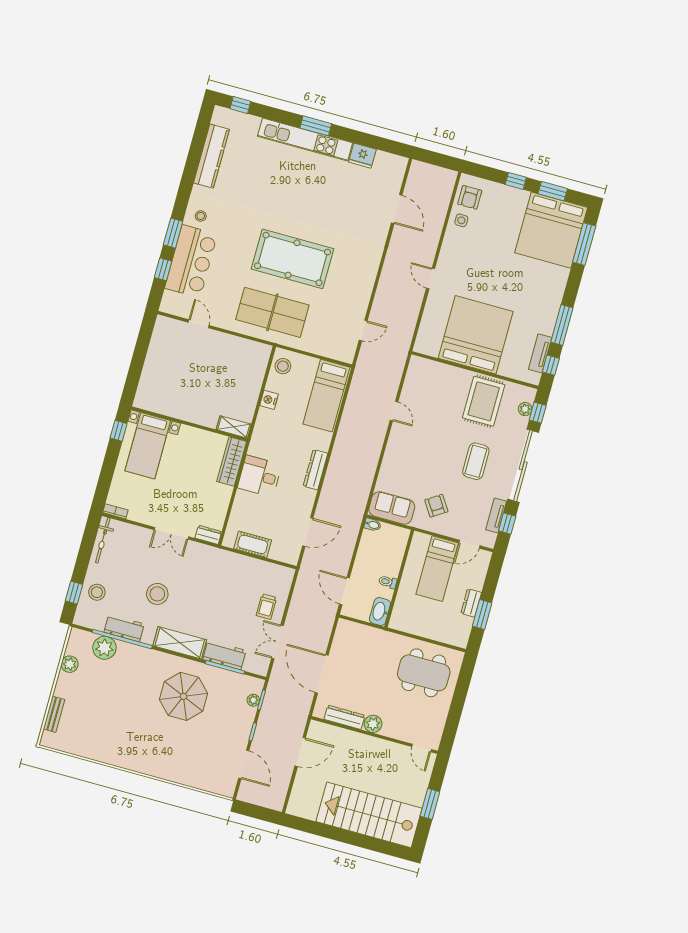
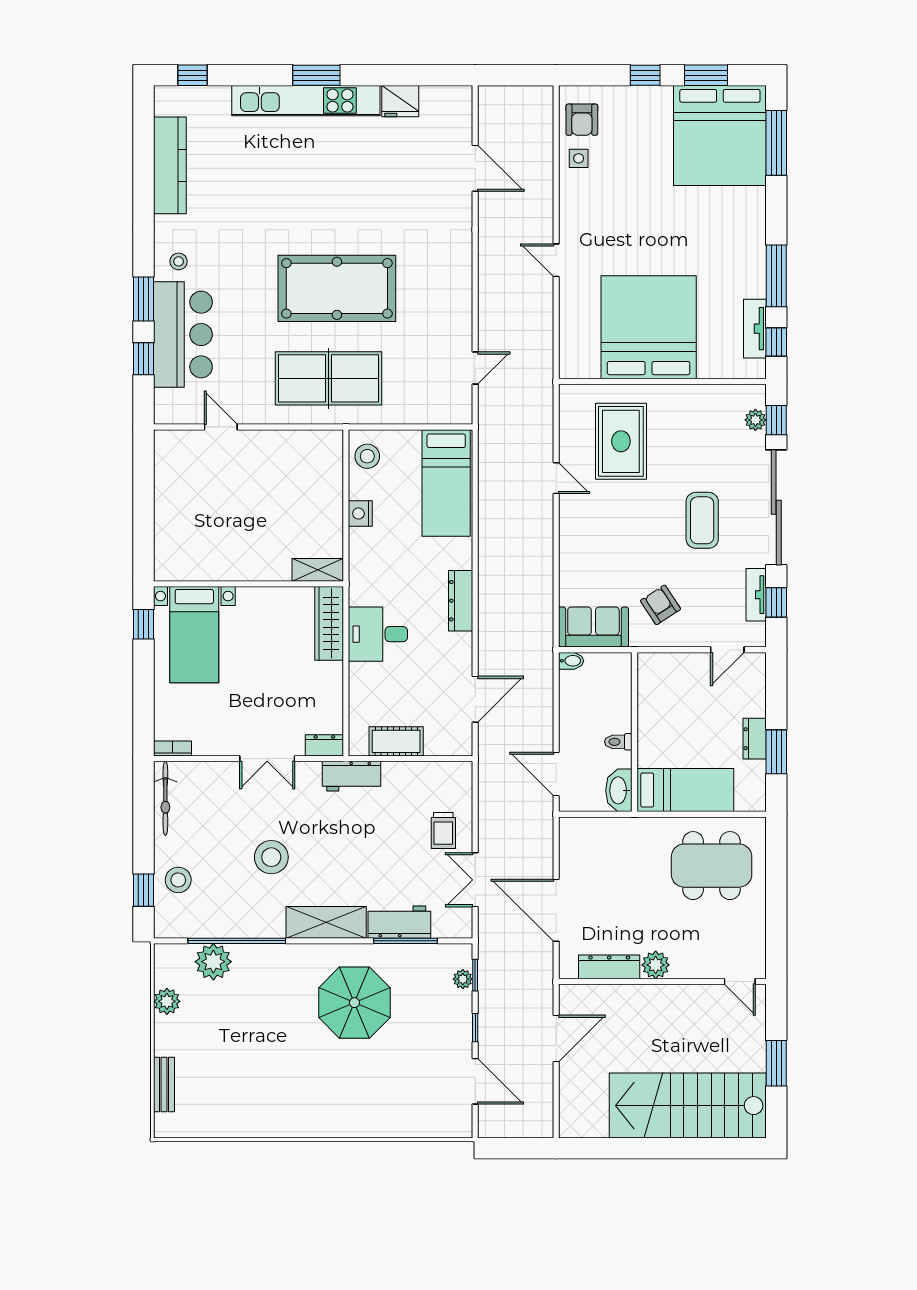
rug: (484, 401) -> (621, 441), moved
bed: (437, 569) -> (685, 790), moved, turned -90
workbench: (124, 628) -> (351, 776), moved, turned 180

